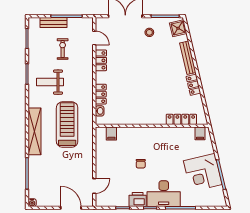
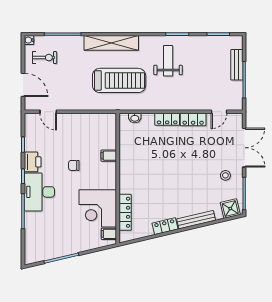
exercise bike: (63, 49) -> (45, 58), moved
locker: (101, 94) -> (167, 119), moved
filing cabinet: (111, 133) -> (109, 156), moved
corner desk: (203, 173) -> (98, 208), moved, turned -77
door: (71, 208) -> (23, 85), hinge flipped

